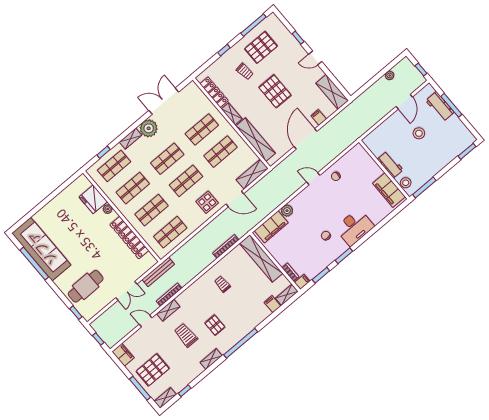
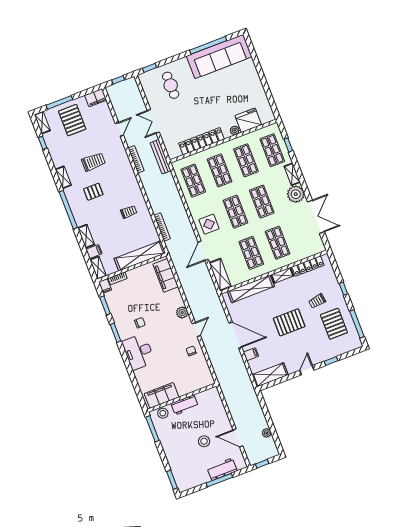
plant: (287, 211) -> (182, 312), moved
cafe table: (86, 286) -> (171, 85), width x0.73, depth x0.74
shelving: (168, 310) -> (86, 236), moved

